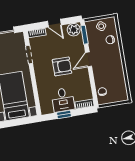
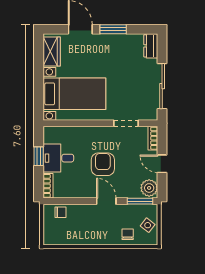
door: (54, 23) -> (162, 164), hinge flipped
armchair: (62, 66) -> (103, 164), turned 180

